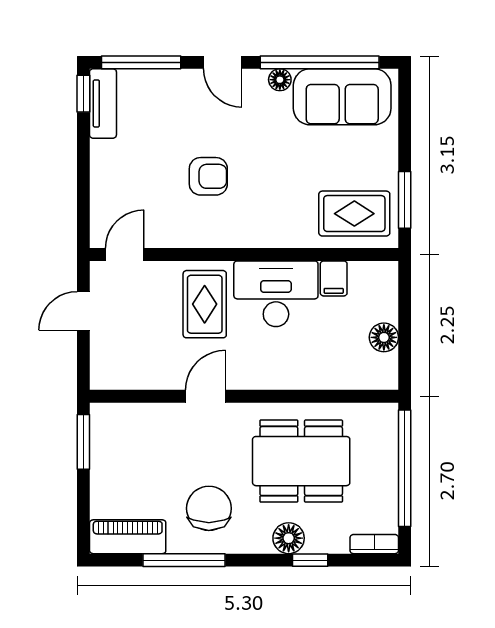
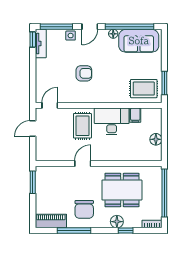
door: (223, 62) -> (90, 27), hinge flipped
side table: (176, 84) -> (71, 36), added
chair: (209, 508) -> (84, 209), turned 180

